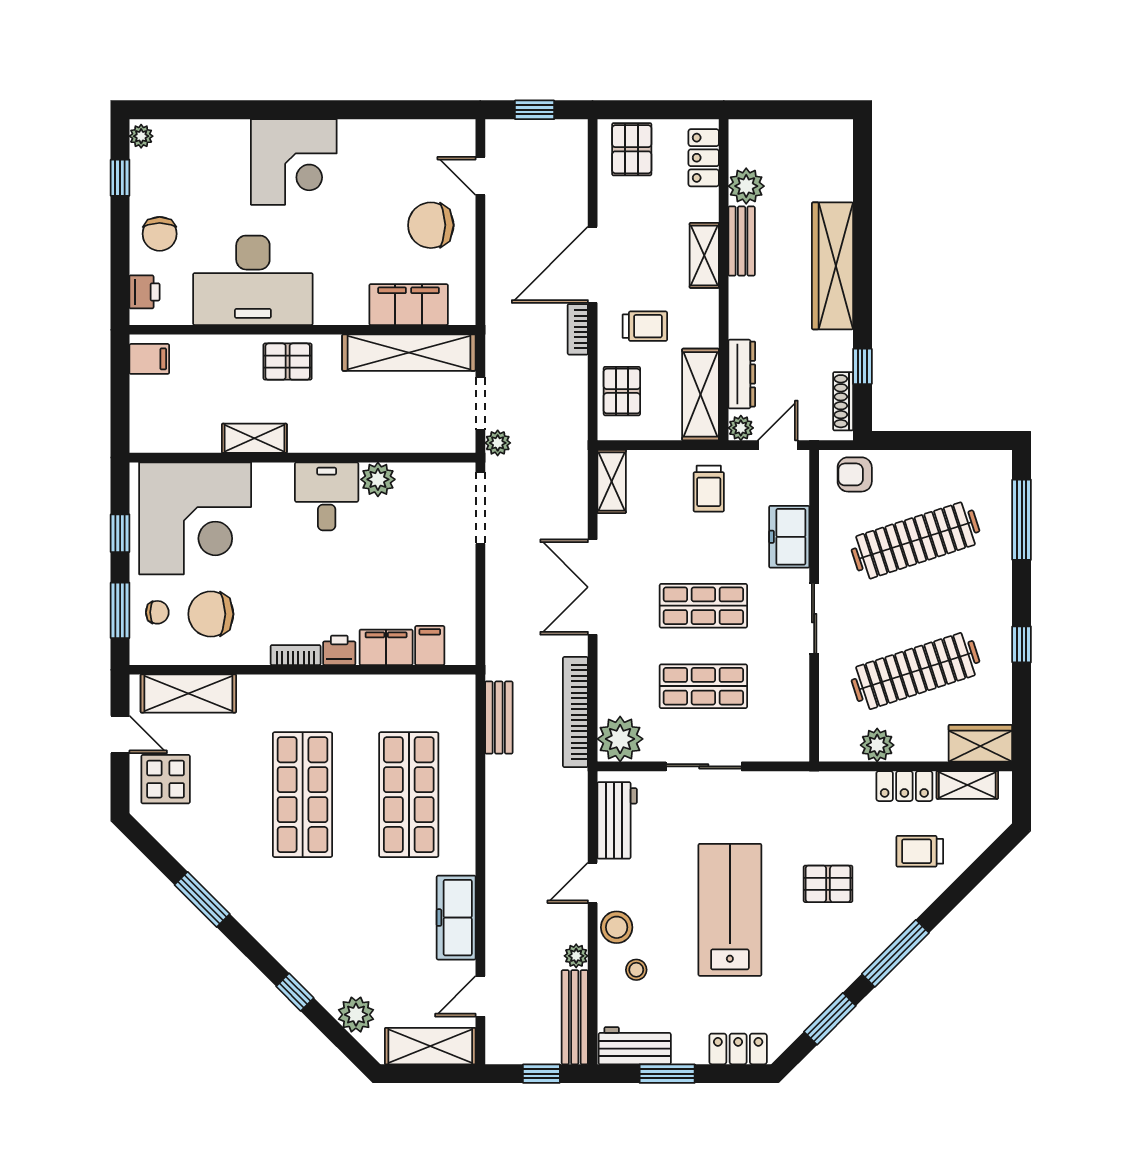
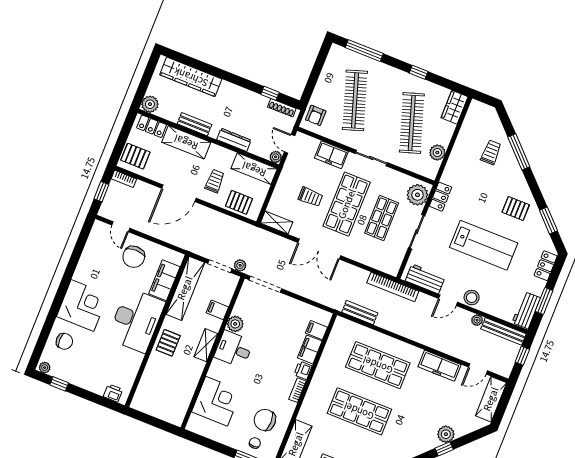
door: (480, 176) -> (121, 227), hinge flipped
plant: (746, 186) -> (150, 104), moved
chair: (160, 234) -> (64, 341), moved
shelving: (704, 255) -> (186, 142), width x1.50, depth x1.33
door: (593, 265) -> (179, 193), hinge flipped
wardrobe: (833, 266) -> (191, 77), moved
desk: (253, 280) -> (136, 320), moved
bookcase: (578, 329) -> (124, 179), moved
filing cabinet: (149, 359) -> (217, 310), moved, turned -90
dresser: (742, 374) -> (234, 140), moved
shelving: (254, 438) -> (206, 345), moved
trolley: (709, 489) -> (310, 197), moved
corner desk: (195, 518) -> (217, 401), width x0.74, depth x0.74
window: (120, 533) -> (214, 445), removed
shop shelf: (703, 606) -> (347, 204), width x1.43, depth x1.36
chair: (211, 614) -> (265, 420), turned 90
bookcase: (575, 712) -> (393, 287), moved
plant: (620, 739) -> (417, 195), moved
shelving: (967, 785) -> (470, 120), removed
locker: (904, 786) -> (440, 197), moved
trolley: (920, 851) -> (491, 152), turned 180
door: (593, 883) -> (448, 300), hinge flipped
pallet: (828, 884) -> (516, 209), moved, turned 90
lab bench: (730, 910) -> (484, 245), turned 180
window: (895, 953) -> (519, 152), moved
stool: (636, 970) -> (493, 296), removed
door: (480, 996) -> (478, 369), hinge flipped
plant: (356, 1015) -> (446, 434), moved

